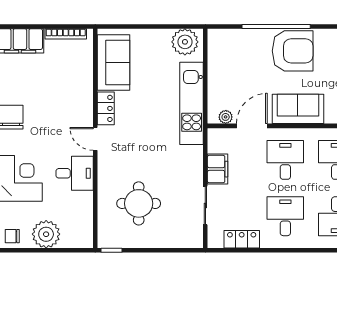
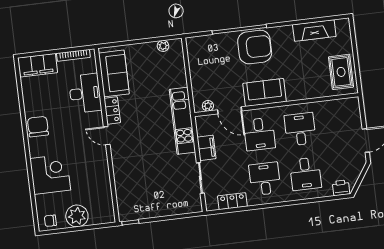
plant: (185, 42) -> (163, 46), width x0.53, depth x0.53
kitchen unit: (192, 103) -> (182, 121), moved
door: (252, 126) -> (230, 110), swing flipped
desk: (285, 160) -> (259, 134), turned 180
desk: (75, 173) -> (85, 93), moved, width x1.37
round table: (139, 203) -> (147, 183), removed

